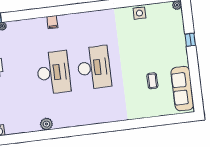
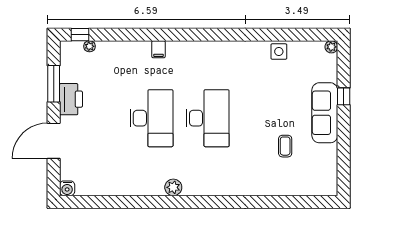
sofa: (182, 89) -> (325, 113), moved
plant: (46, 124) -> (173, 187), moved

